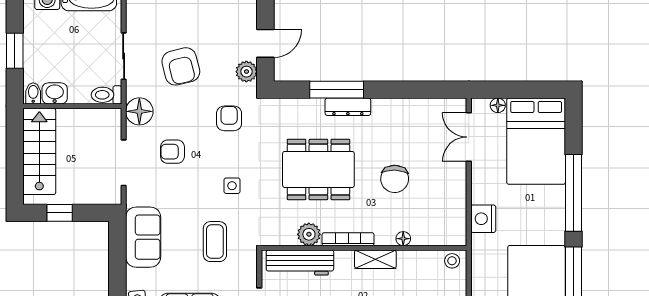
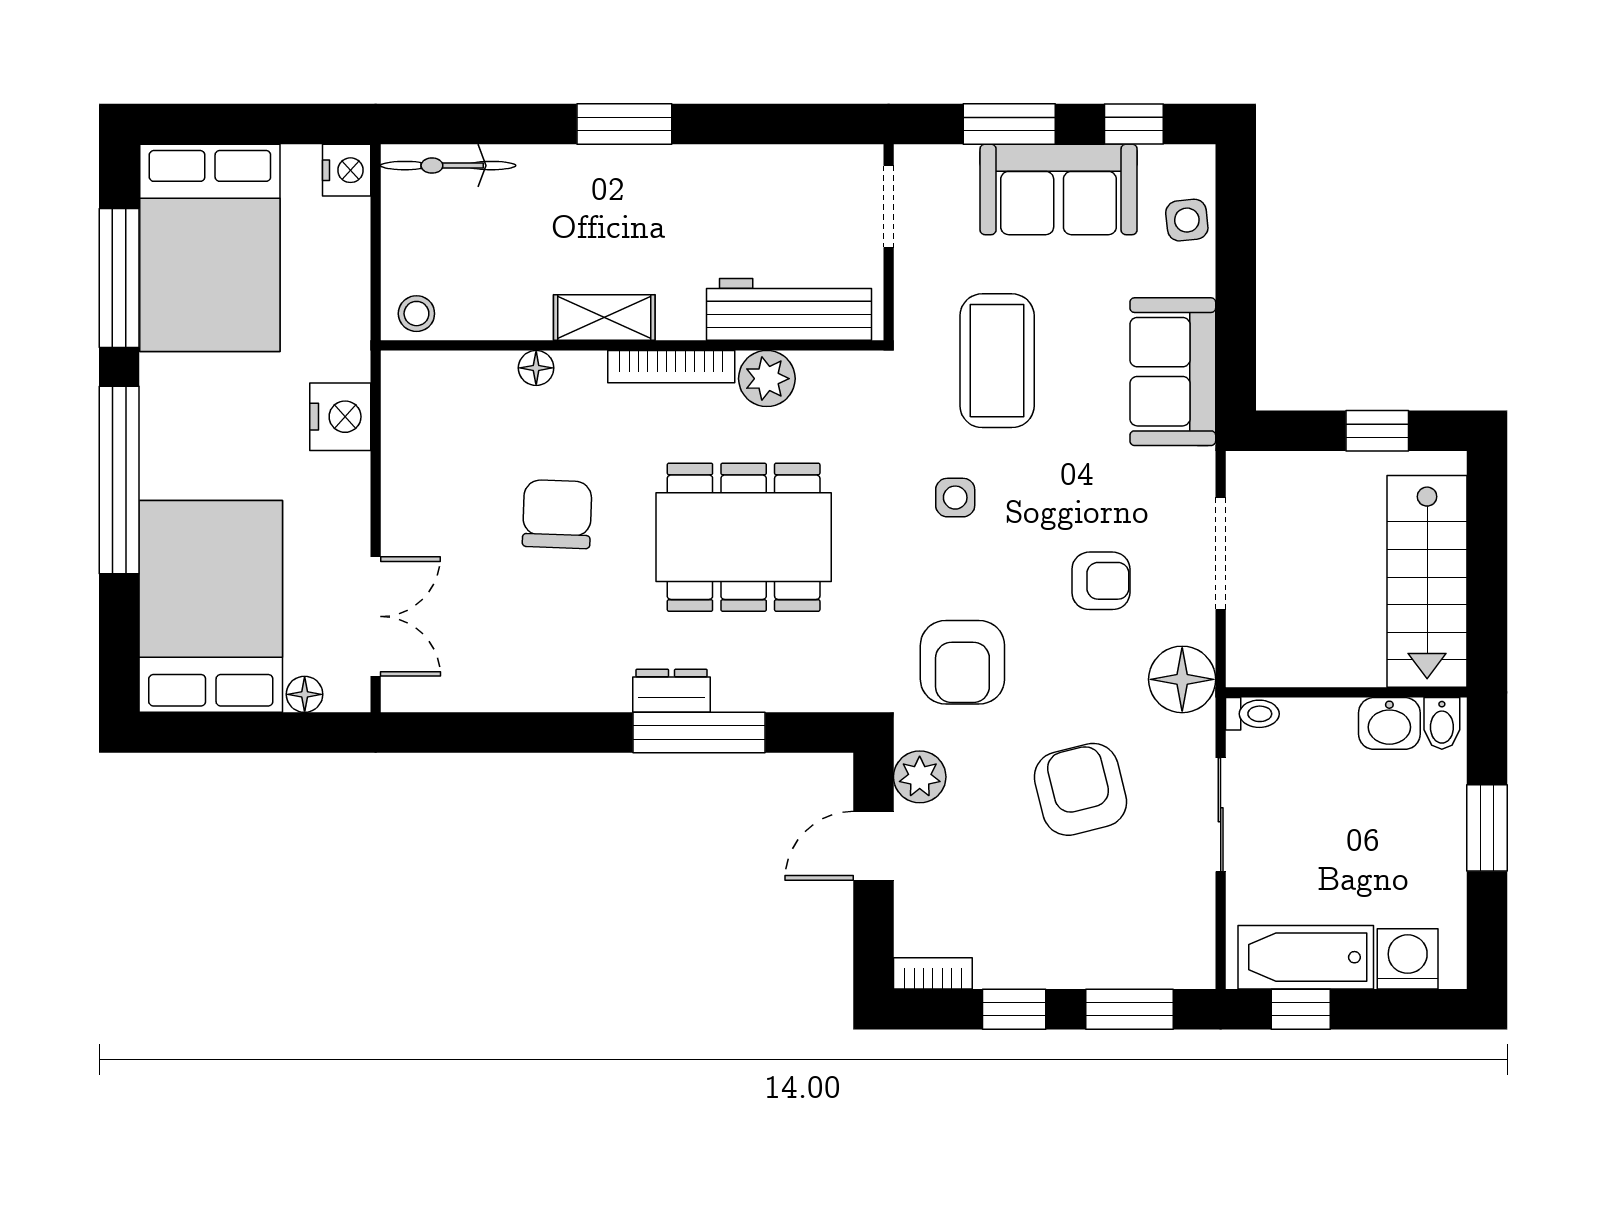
toilet: (106, 95) -> (1252, 714), width x0.73, depth x0.72
dresser: (348, 107) -> (672, 691), width x0.70
armchair: (229, 118) -> (962, 662), width x1.38, depth x1.38
coffee table: (215, 242) -> (997, 361), width x1.36, depth x1.32

